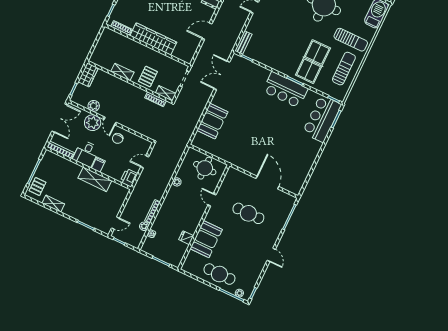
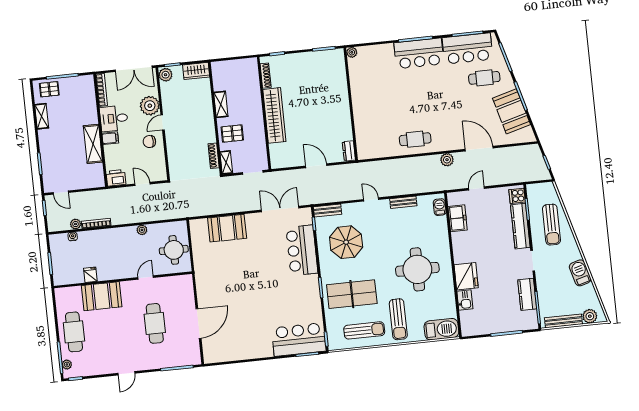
parasol: (274, 43) -> (346, 242), added
bar counter: (285, 90) -> (302, 250), moved
plant: (94, 106) -> (166, 75), moved

